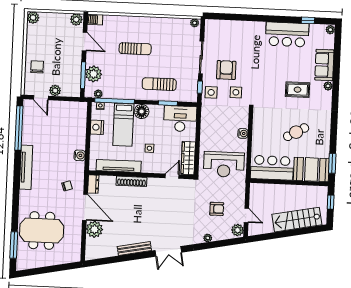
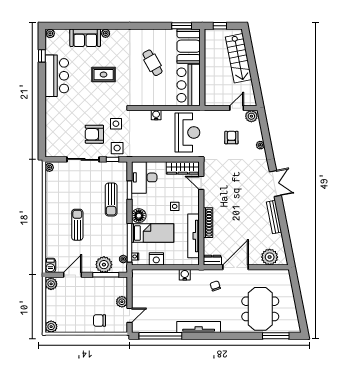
rug: (298, 90) -> (104, 75), moved, turned 90
plant: (94, 229) -> (270, 257), moved

